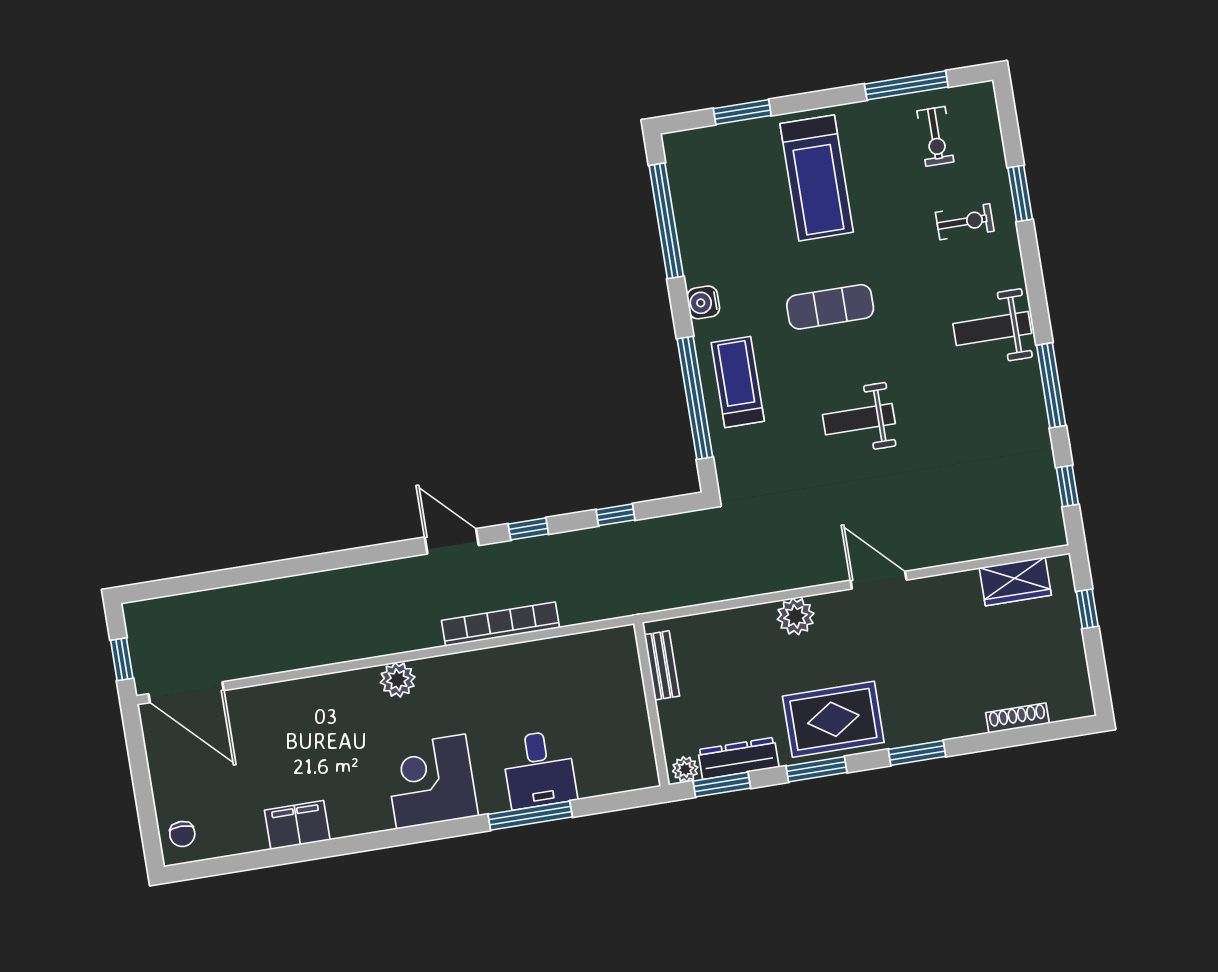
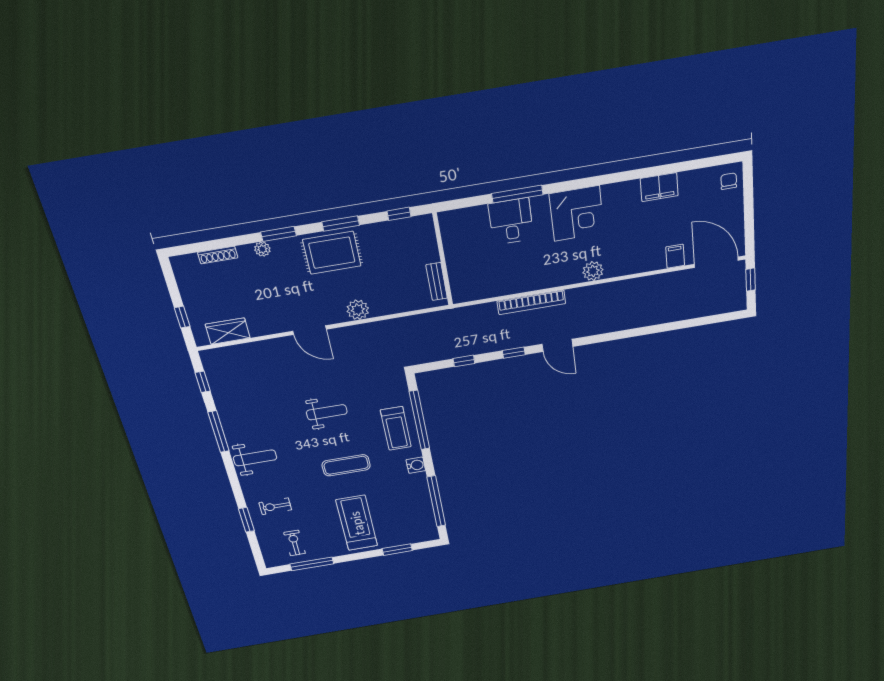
filing cabinet: (259, 704) -> (675, 256), added
dresser: (738, 758) -> (389, 229), removed
plant: (685, 769) -> (262, 249), moved
window: (722, 785) -> (399, 214), width x0.67

